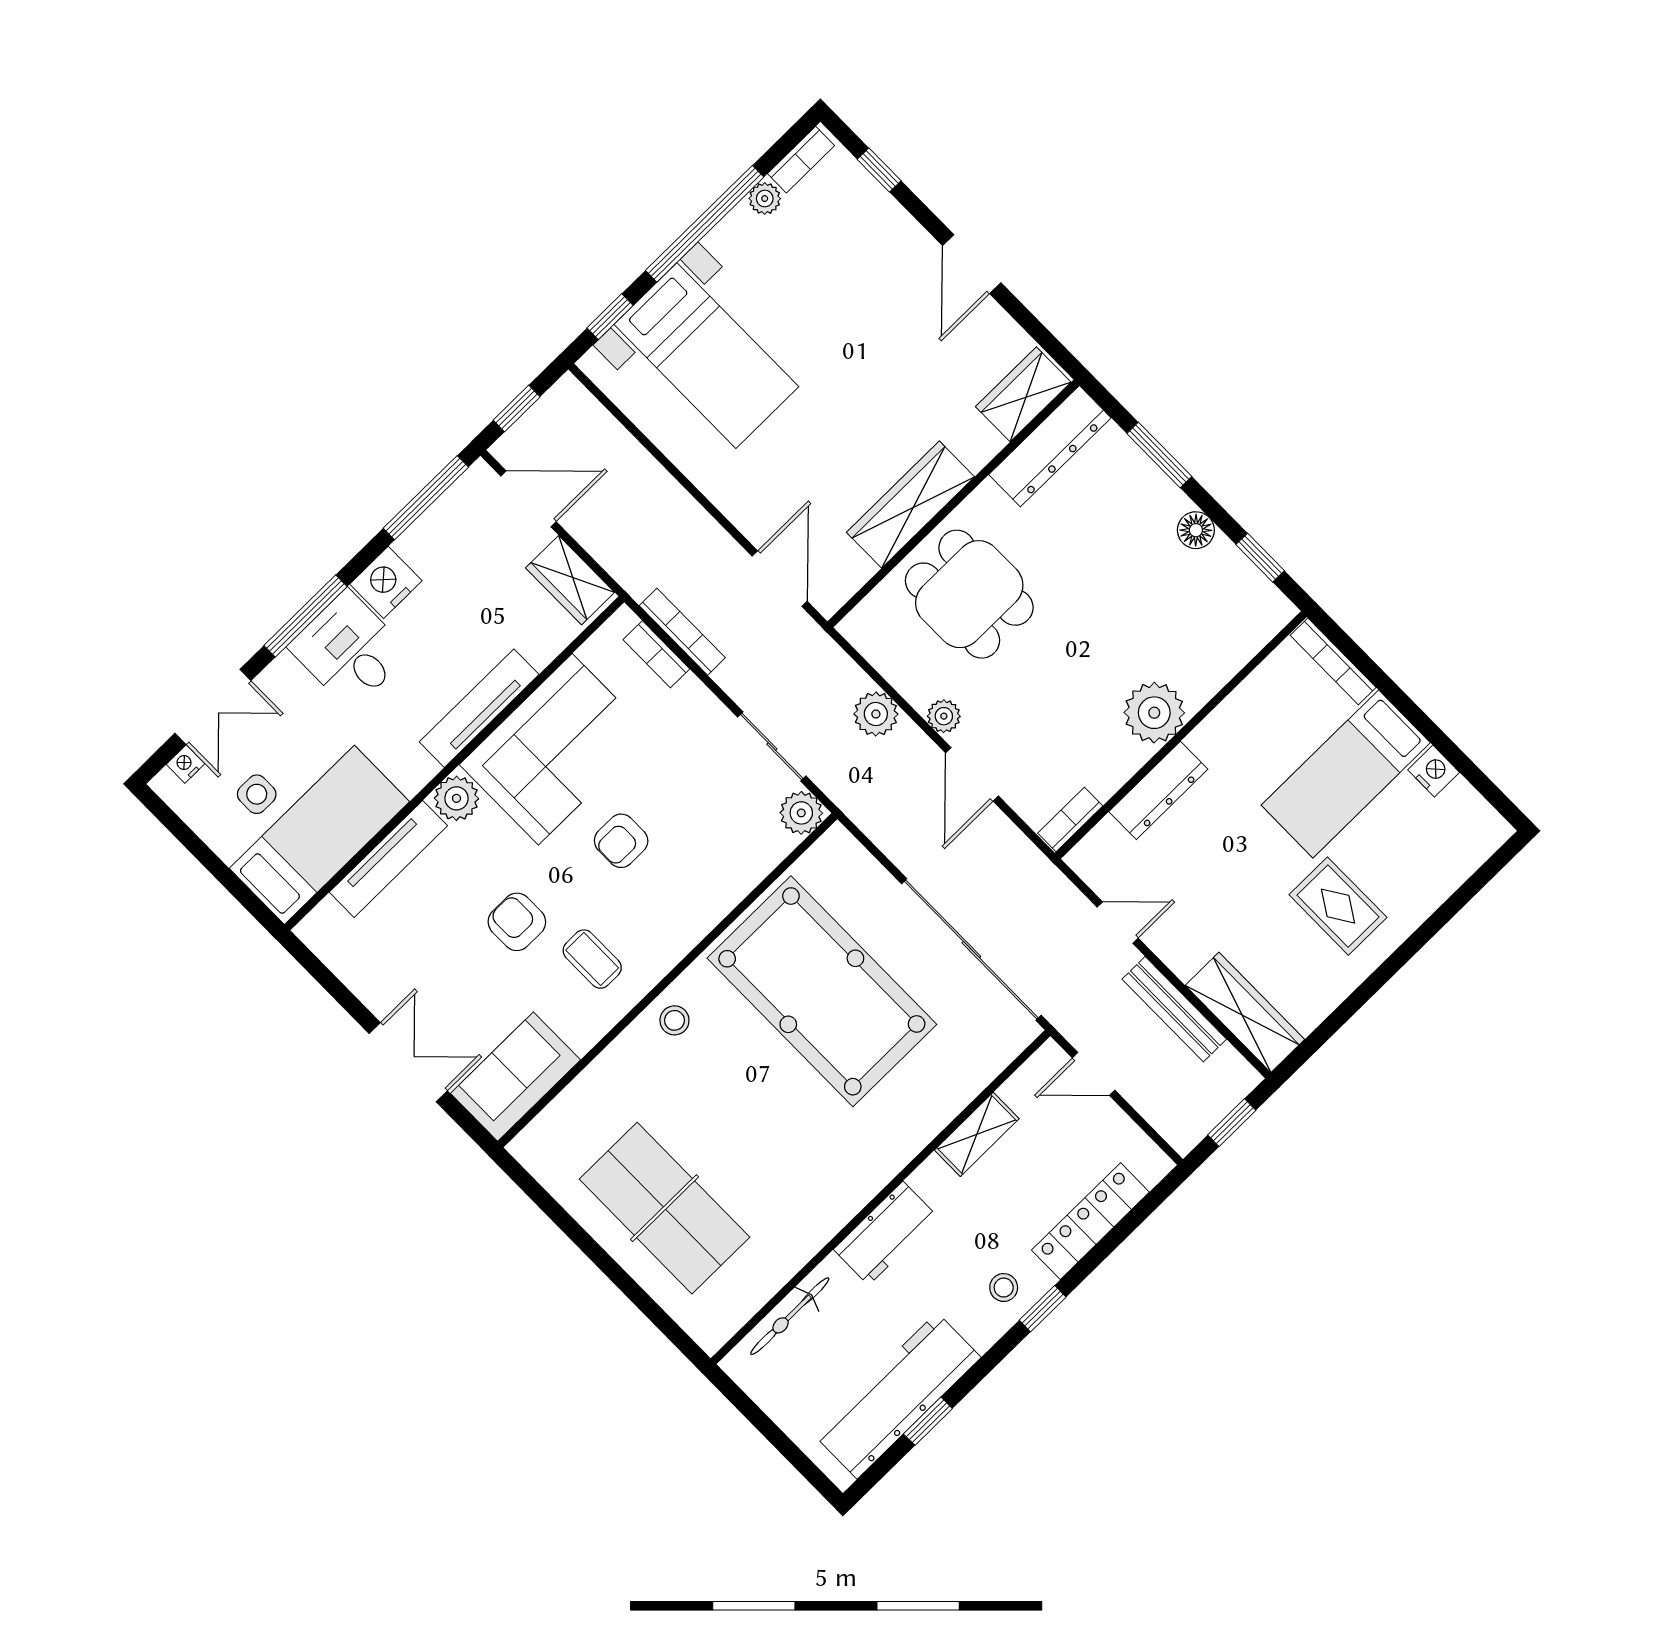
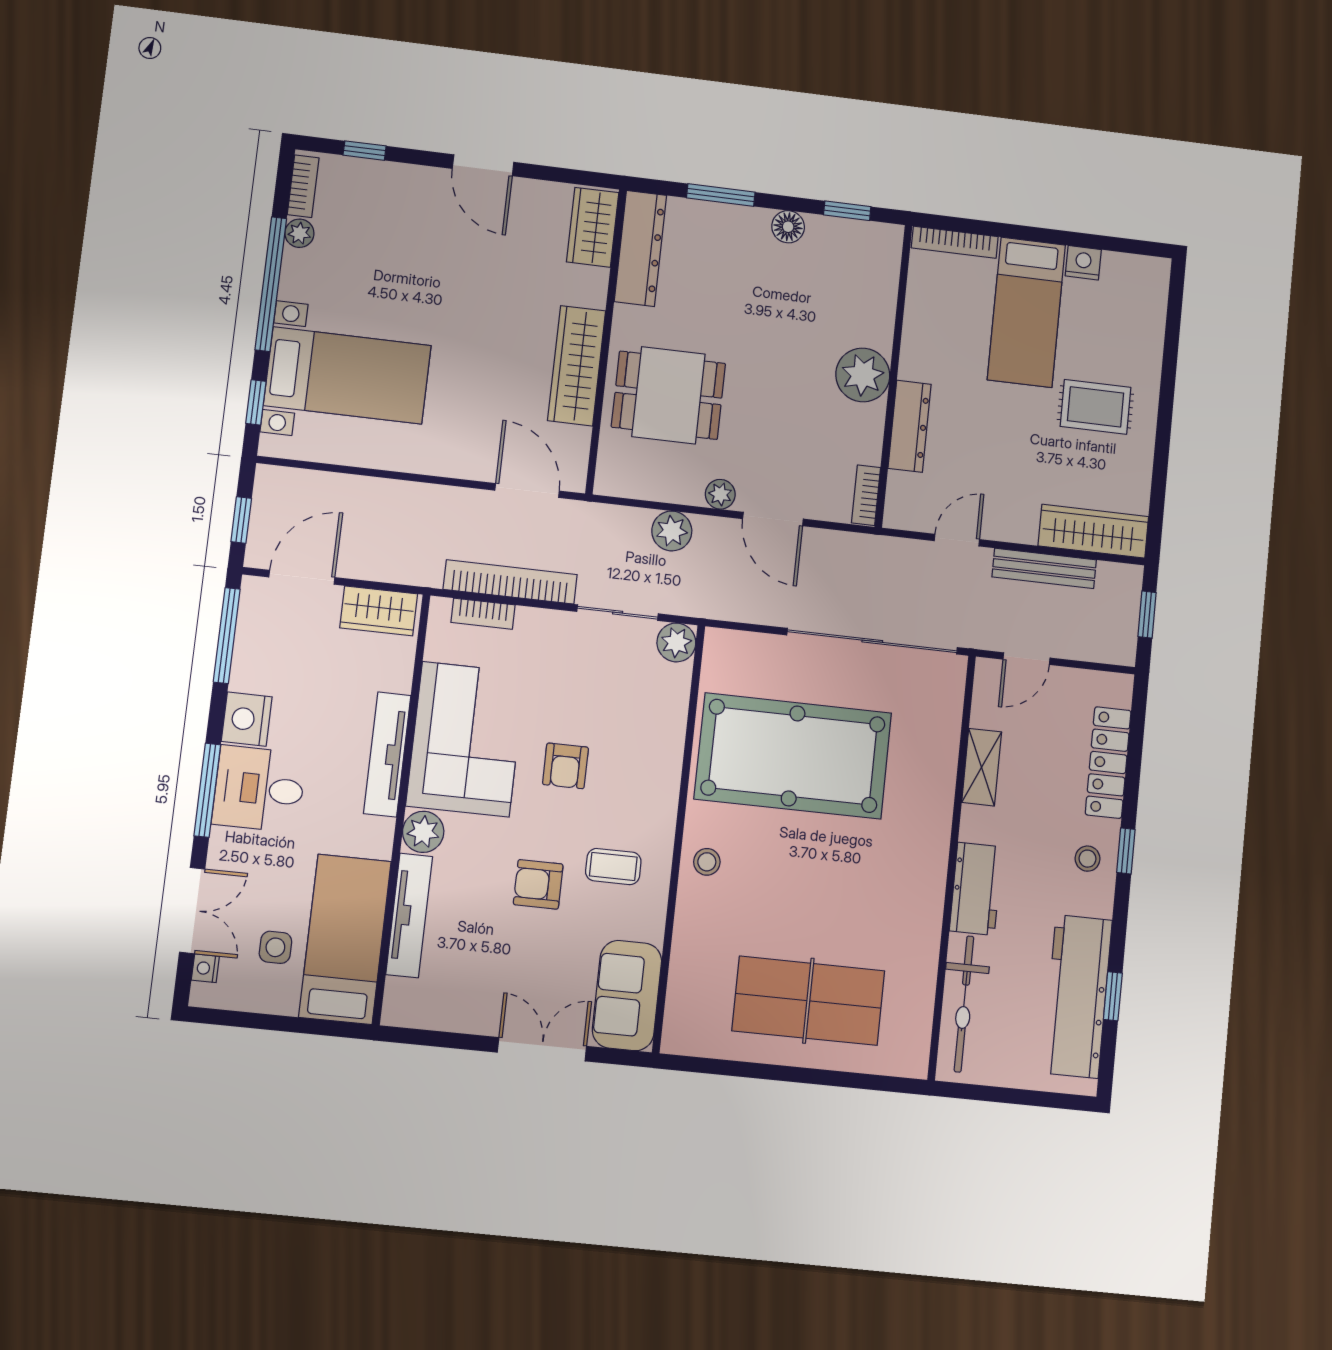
bookcase: (682, 632) -> (510, 582), width x1.48, depth x1.31
bicycle: (790, 1316) -> (964, 1004), width x1.37, depth x1.40

